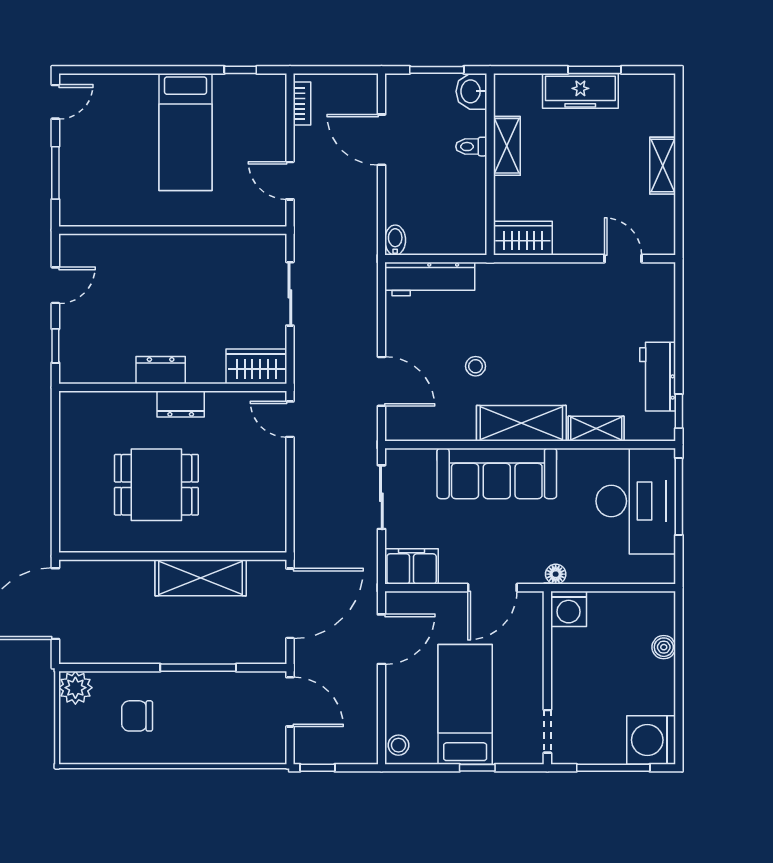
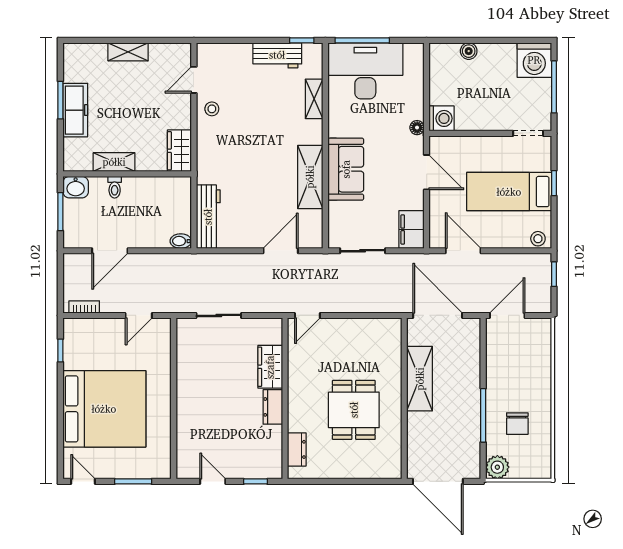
bed: (185, 132) -> (104, 409), width x2.04
wardrobe: (256, 366) -> (270, 367), moved
stool: (476, 366) -> (212, 109), moved
dresser: (181, 404) -> (297, 449), moved
shelving: (521, 423) -> (310, 177), moved
sofa: (497, 473) -> (346, 169), width x0.73
window: (198, 668) -> (483, 415), moved
window: (317, 768) -> (554, 274), moved

